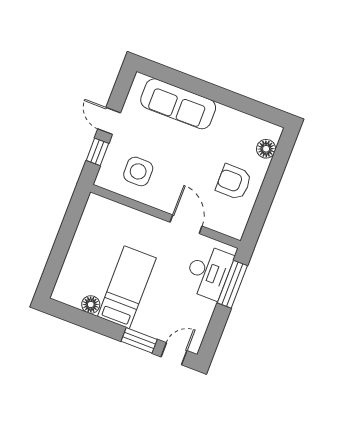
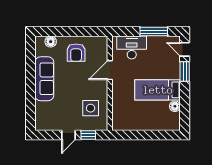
sofa: (178, 104) -> (44, 79), moved
window: (232, 284) -> (154, 32), moved

